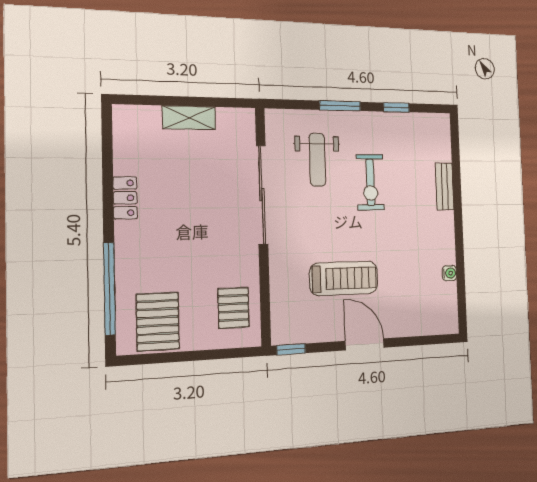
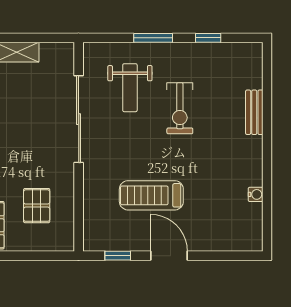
treadmill: (344, 278) -> (151, 195), turned 180
pallet: (233, 308) -> (37, 206), moved
window: (291, 349) -> (118, 256), moved

